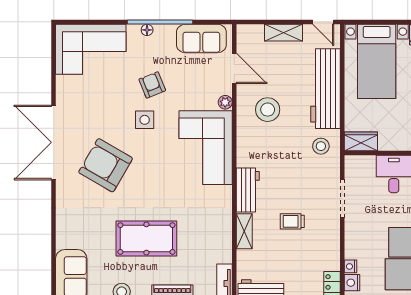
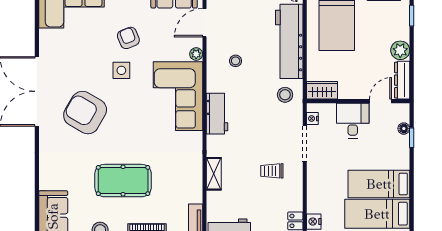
door: (234, 68) -> (204, 23), swing flipped
stool: (268, 110) -> (236, 61), width x0.53, depth x0.53
workbench: (248, 190) -> (217, 114), moved
trolley: (292, 221) -> (272, 171), moved
nightstand: (350, 266) -> (312, 119), moved

